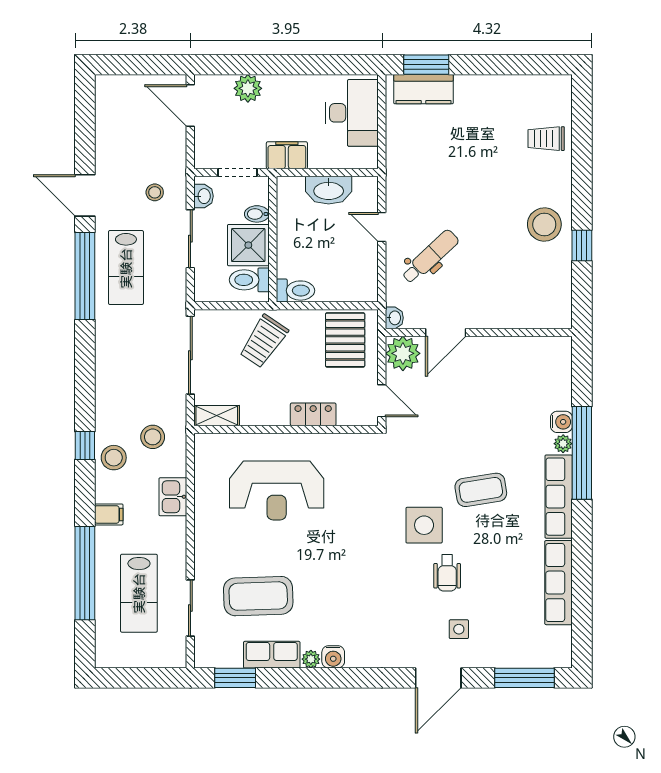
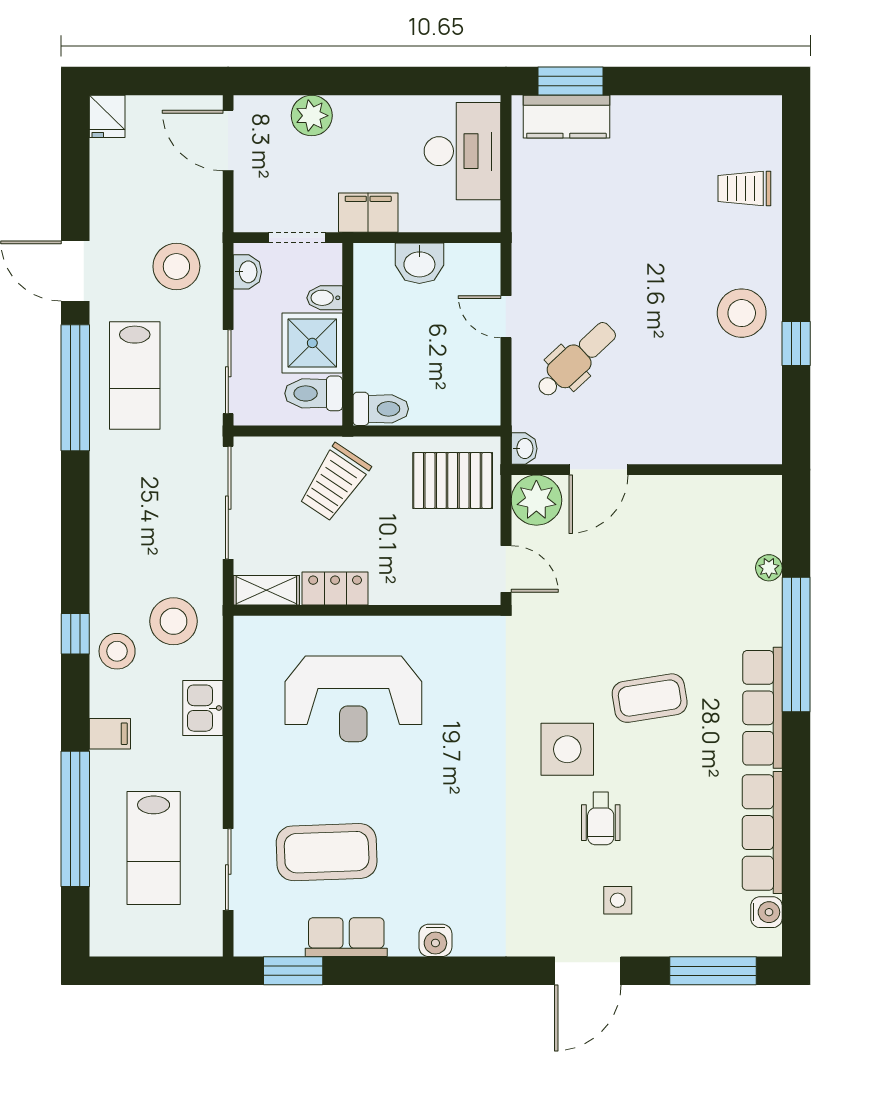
fridge: (107, 89) -> (107, 116), added
washbasin: (329, 190) -> (419, 263), width x0.72
stool: (155, 192) -> (176, 266), width x1.89, depth x1.89
sliding door: (190, 239) -> (228, 372), moved
pallet: (345, 340) -> (453, 481), turned 90
locker: (313, 414) -> (335, 588), moved
water cooler: (561, 422) -> (766, 912), moved
stool: (153, 437) -> (174, 621), width x1.38, depth x1.38
plant: (563, 444) -> (769, 568), moved
plant: (311, 659) -> (403, 944), removed

